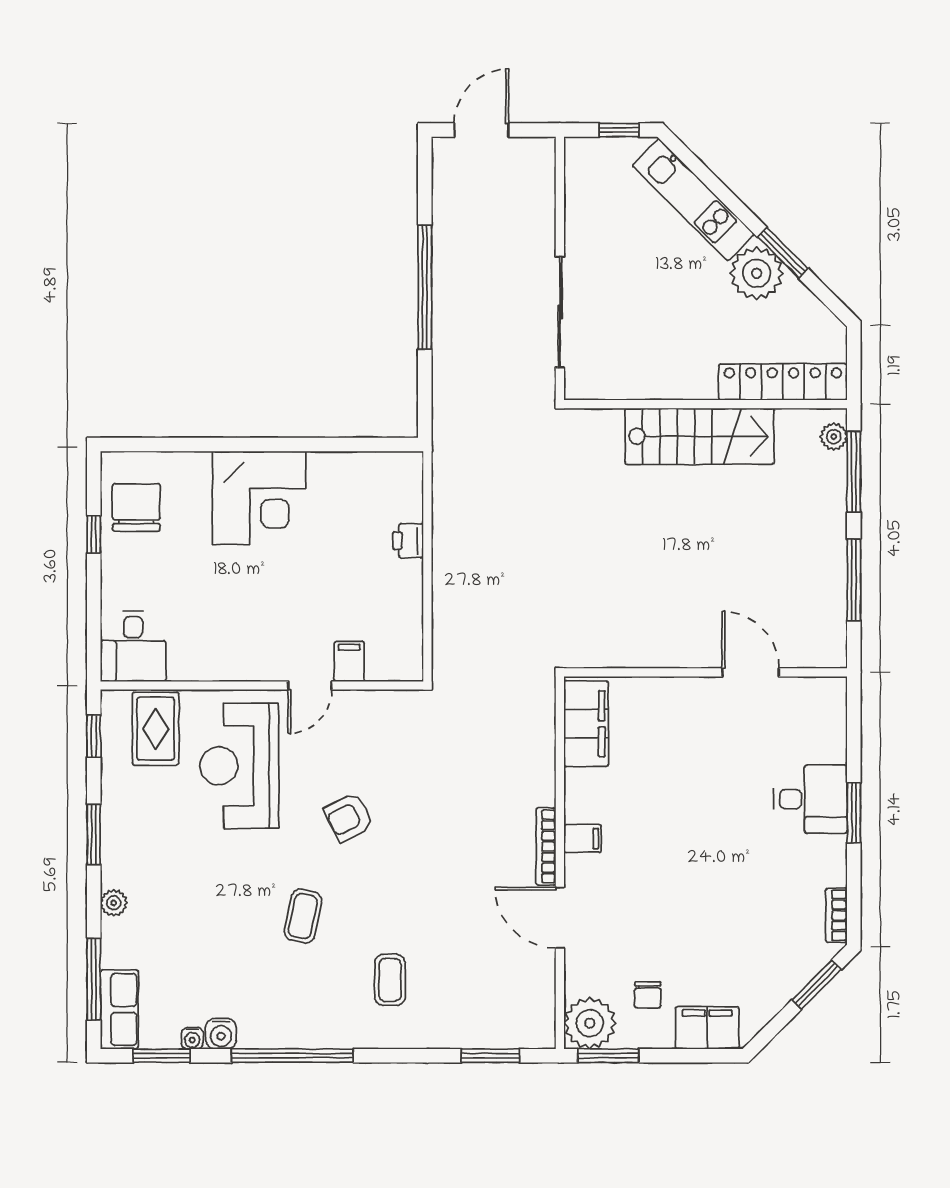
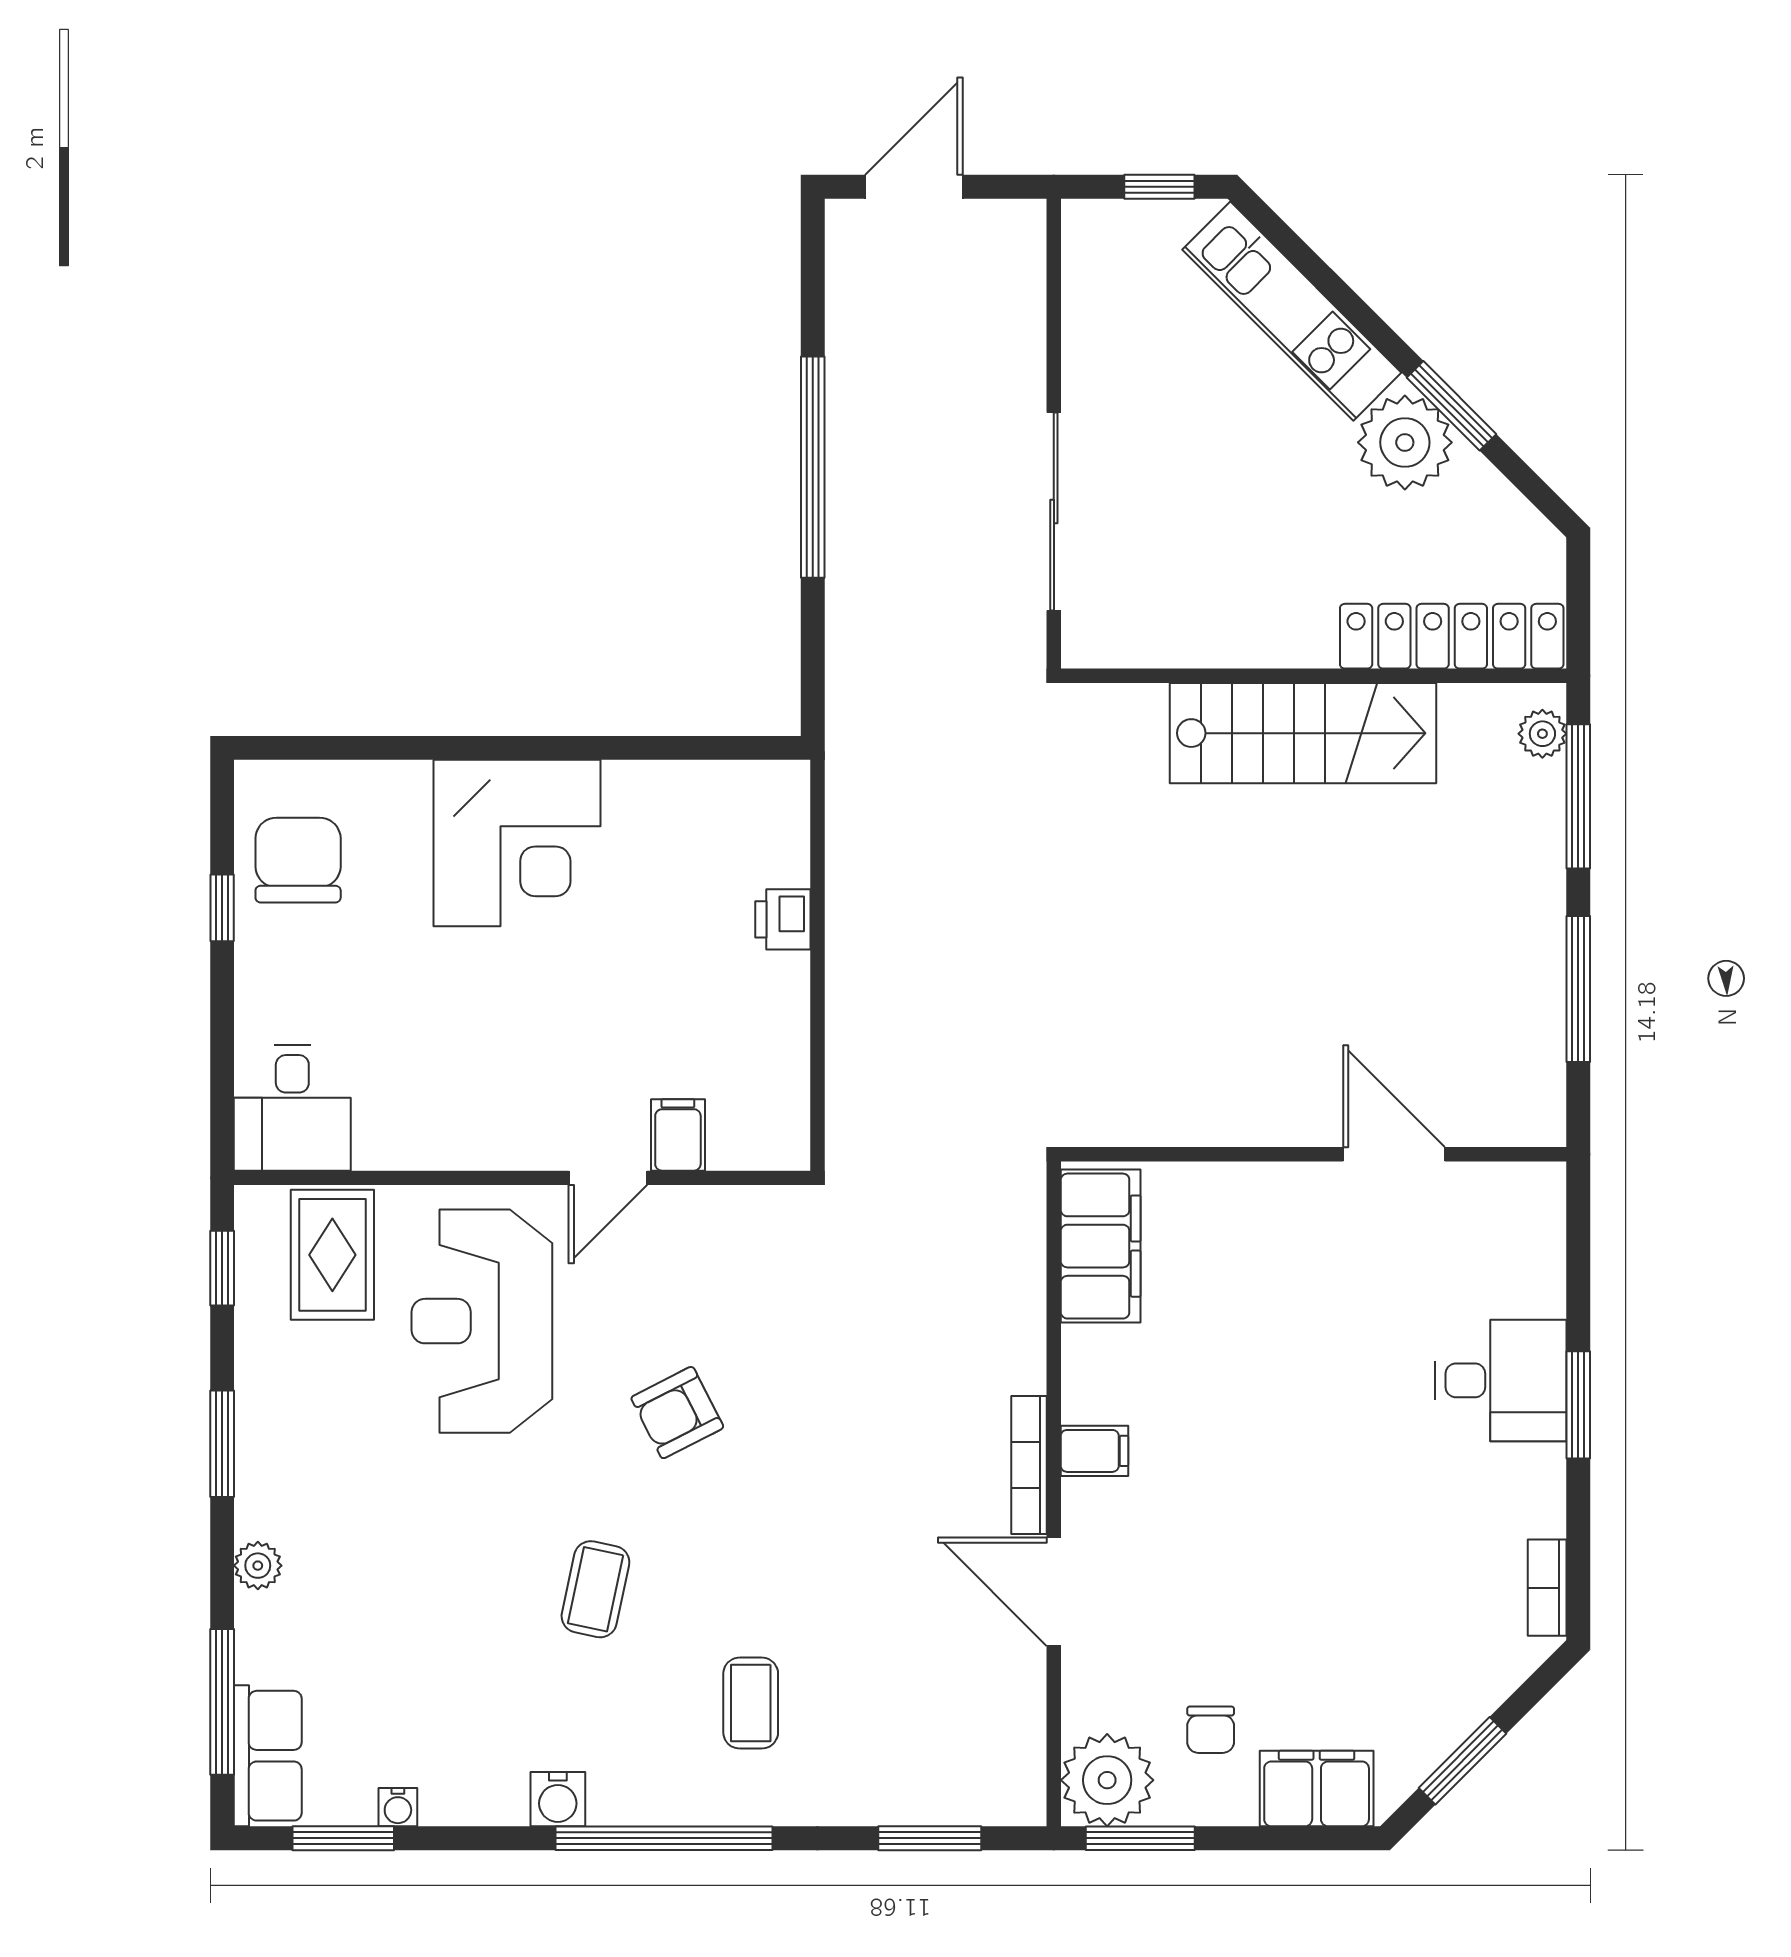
window: (817, 985) -> (1463, 1761), moved
water cooler: (221, 1034) -> (558, 1799), moved
window: (292, 1056) -> (664, 1838), moved

